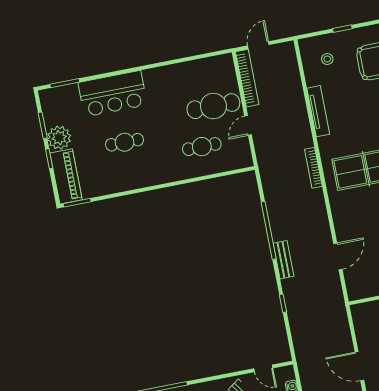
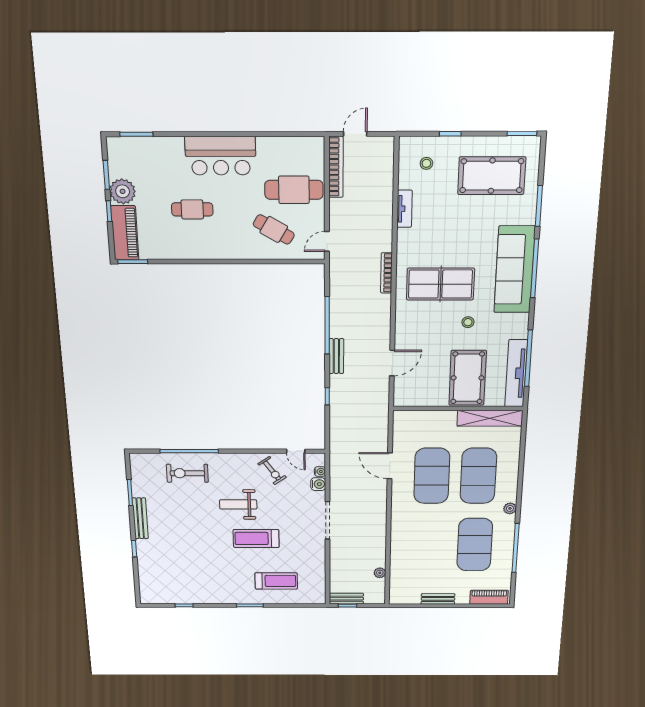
bar counter: (113, 94) -> (221, 156), moved
tv unit: (318, 111) -> (404, 209), width x0.71
door: (248, 125) -> (327, 241), moved
cafe table: (202, 147) -> (274, 229), turned 30

